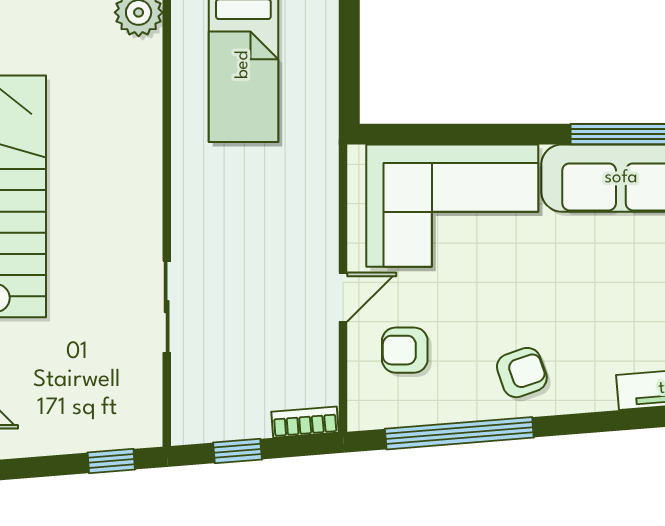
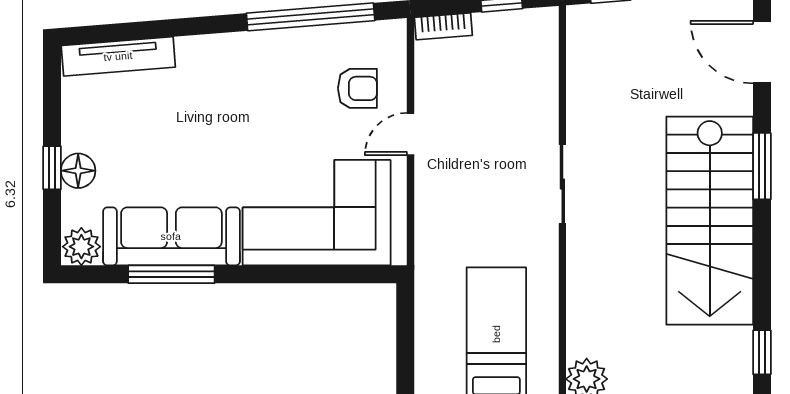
sliding door: (167, 307) -> (562, 184), moved
armchair: (522, 373) -> (257, 69), removed

